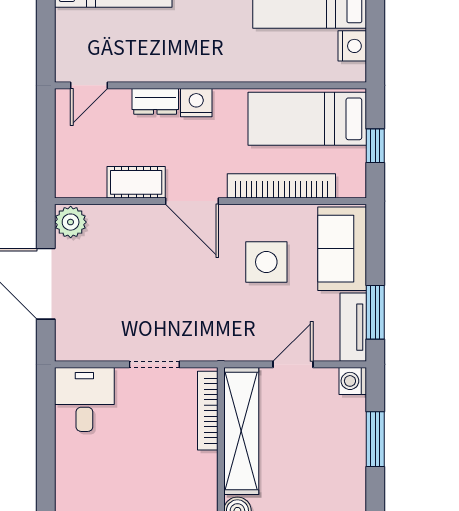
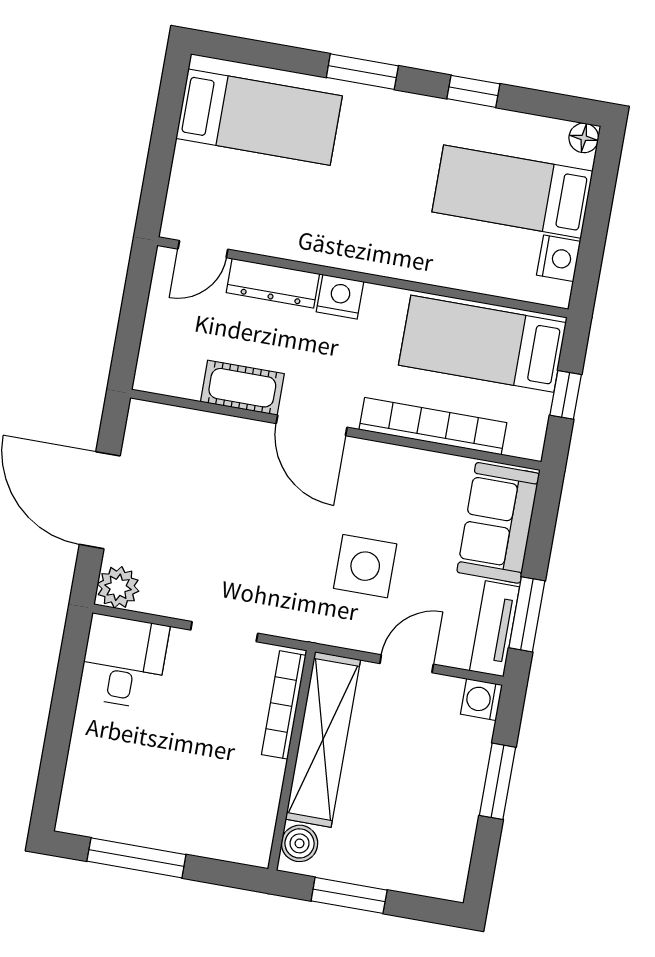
dresser: (155, 101) -> (273, 283), width x1.44
plant: (71, 222) -> (118, 587), moved
side table: (266, 262) -> (365, 566), moved

